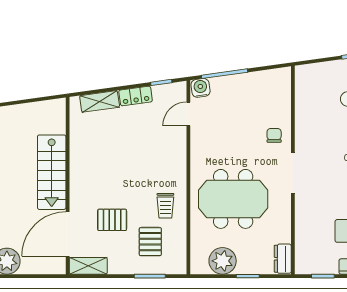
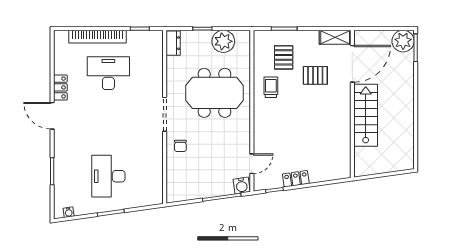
shelving: (100, 101) -> (326, 174), removed

